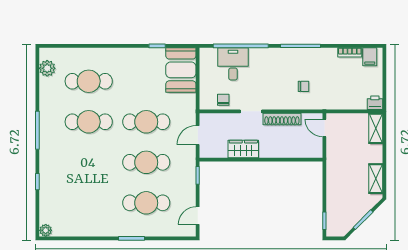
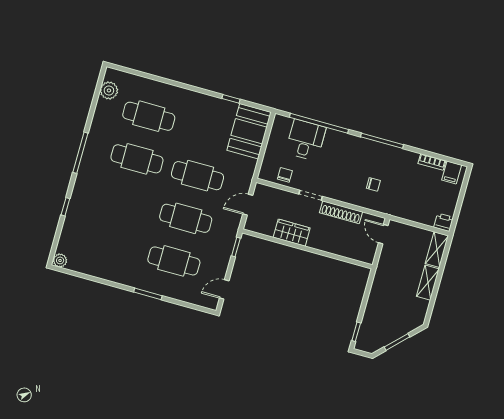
shelving: (376, 179) -> (428, 283), moved

